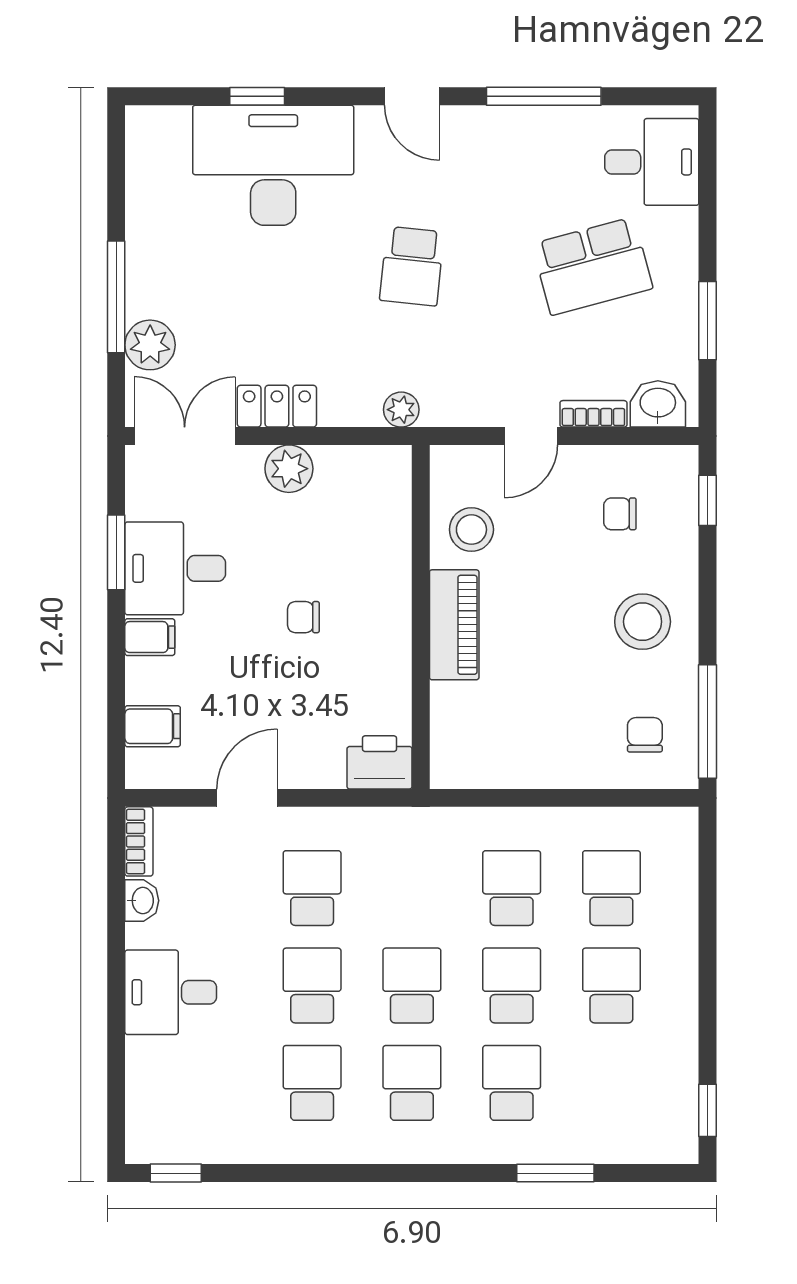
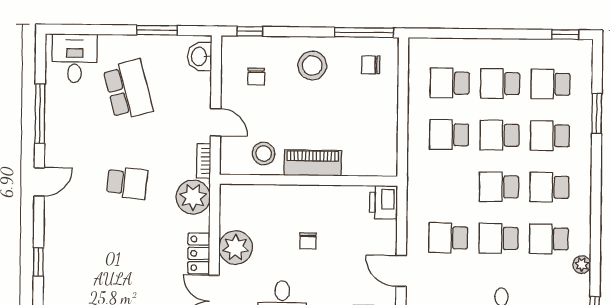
desk: (273, 165) -> (74, 254), removed
plant: (401, 410) -> (193, 197), width x1.88, depth x1.88
bookcase: (593, 414) -> (204, 161), moved
plant: (289, 469) -> (236, 248), width x1.36, depth x1.36
school desk: (611, 1083) -> (550, 84), added
plant: (263, 1147) -> (582, 265), added

